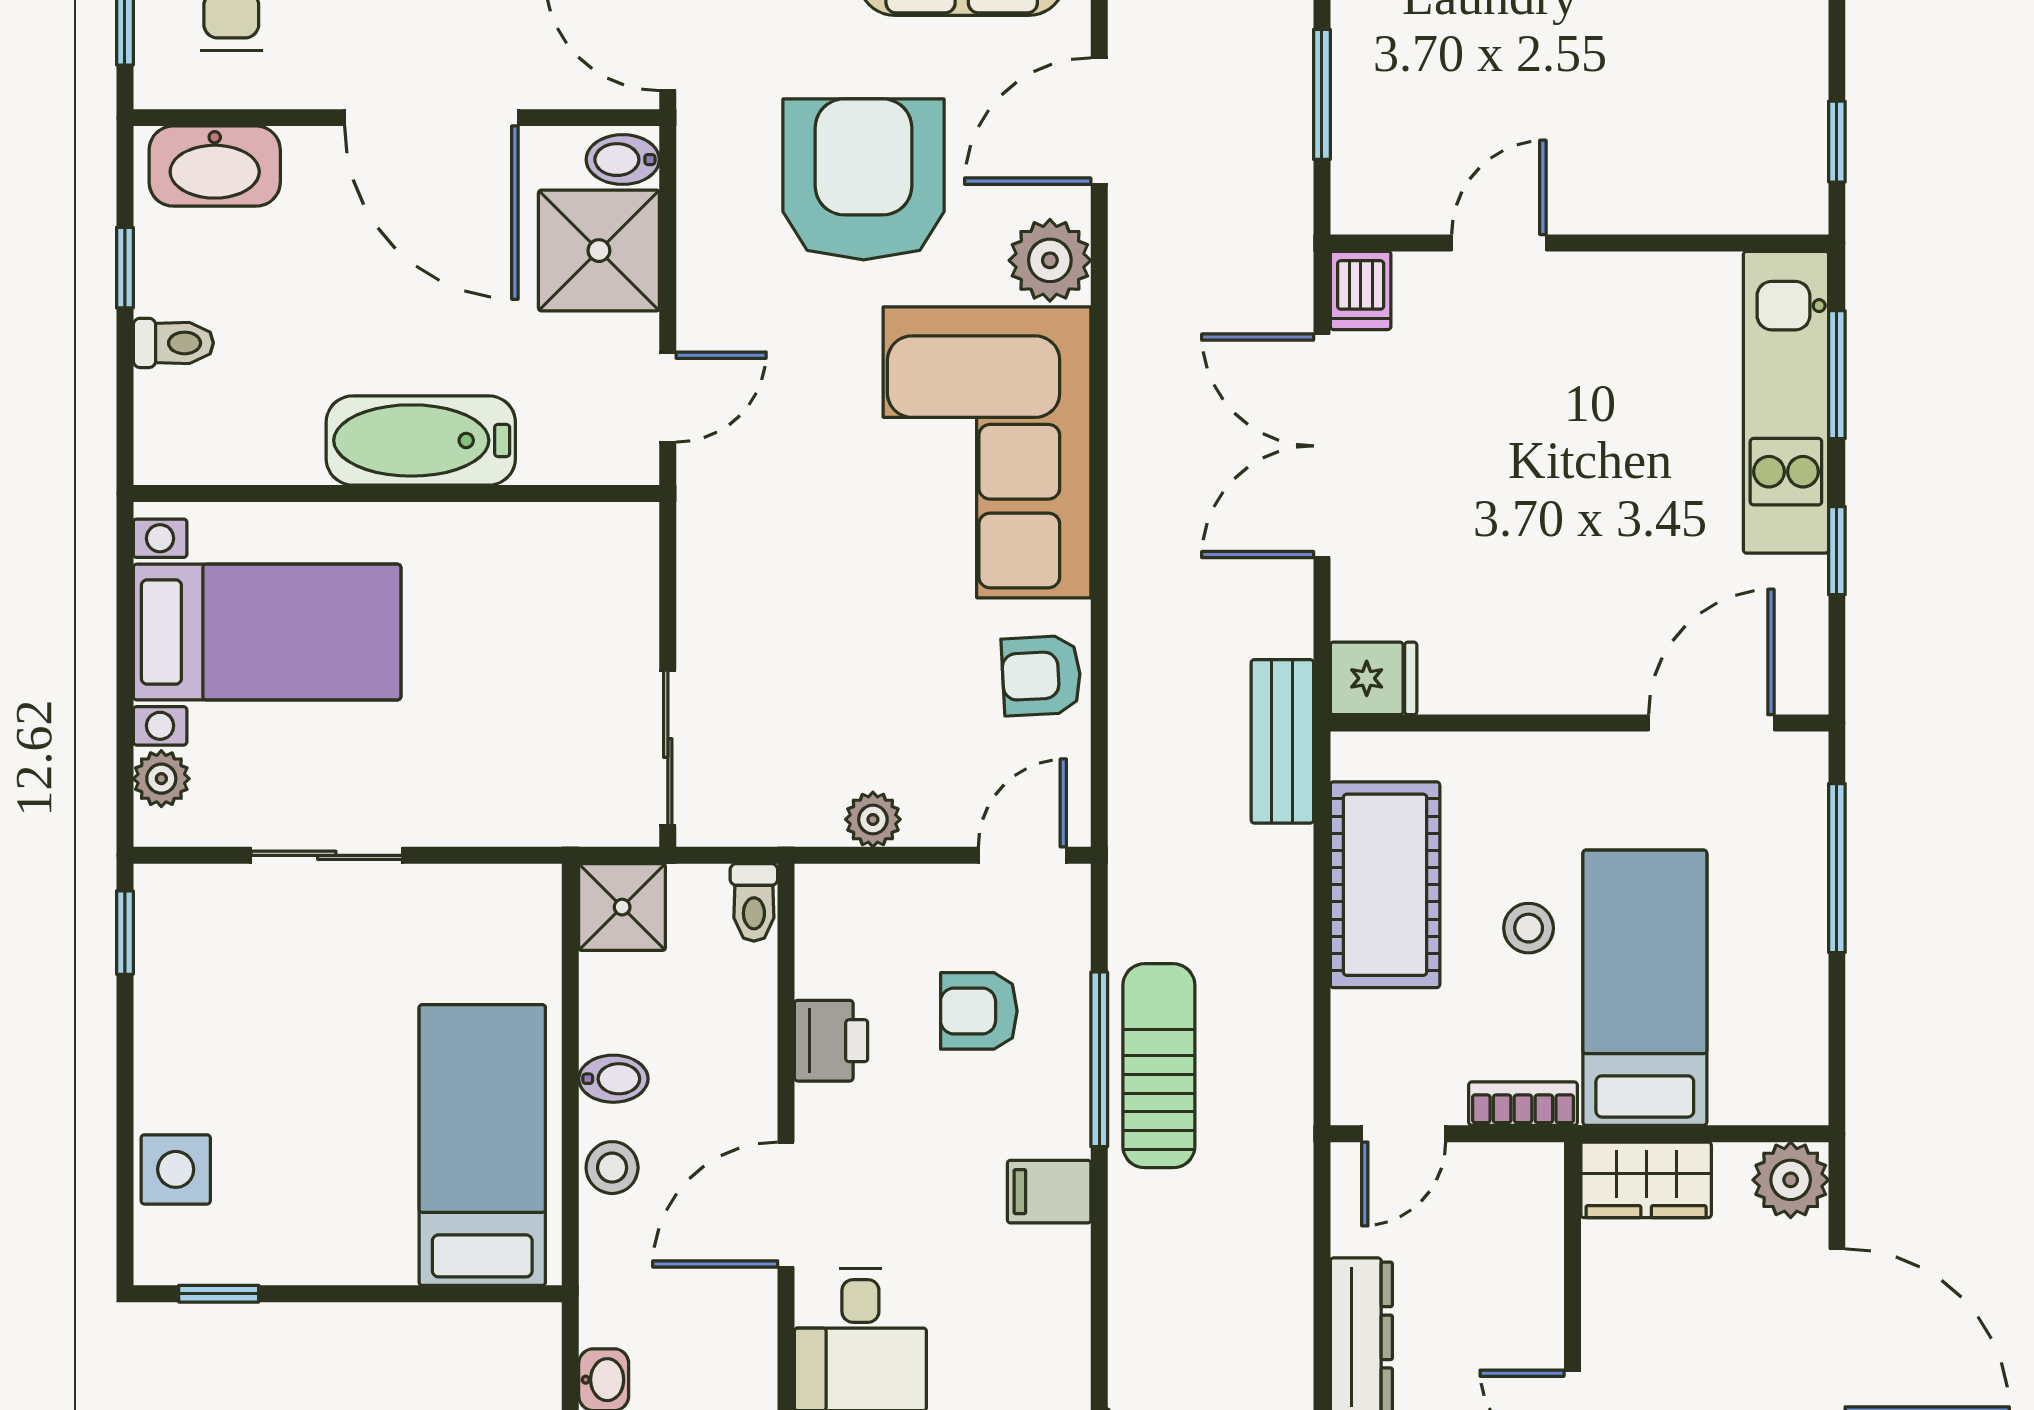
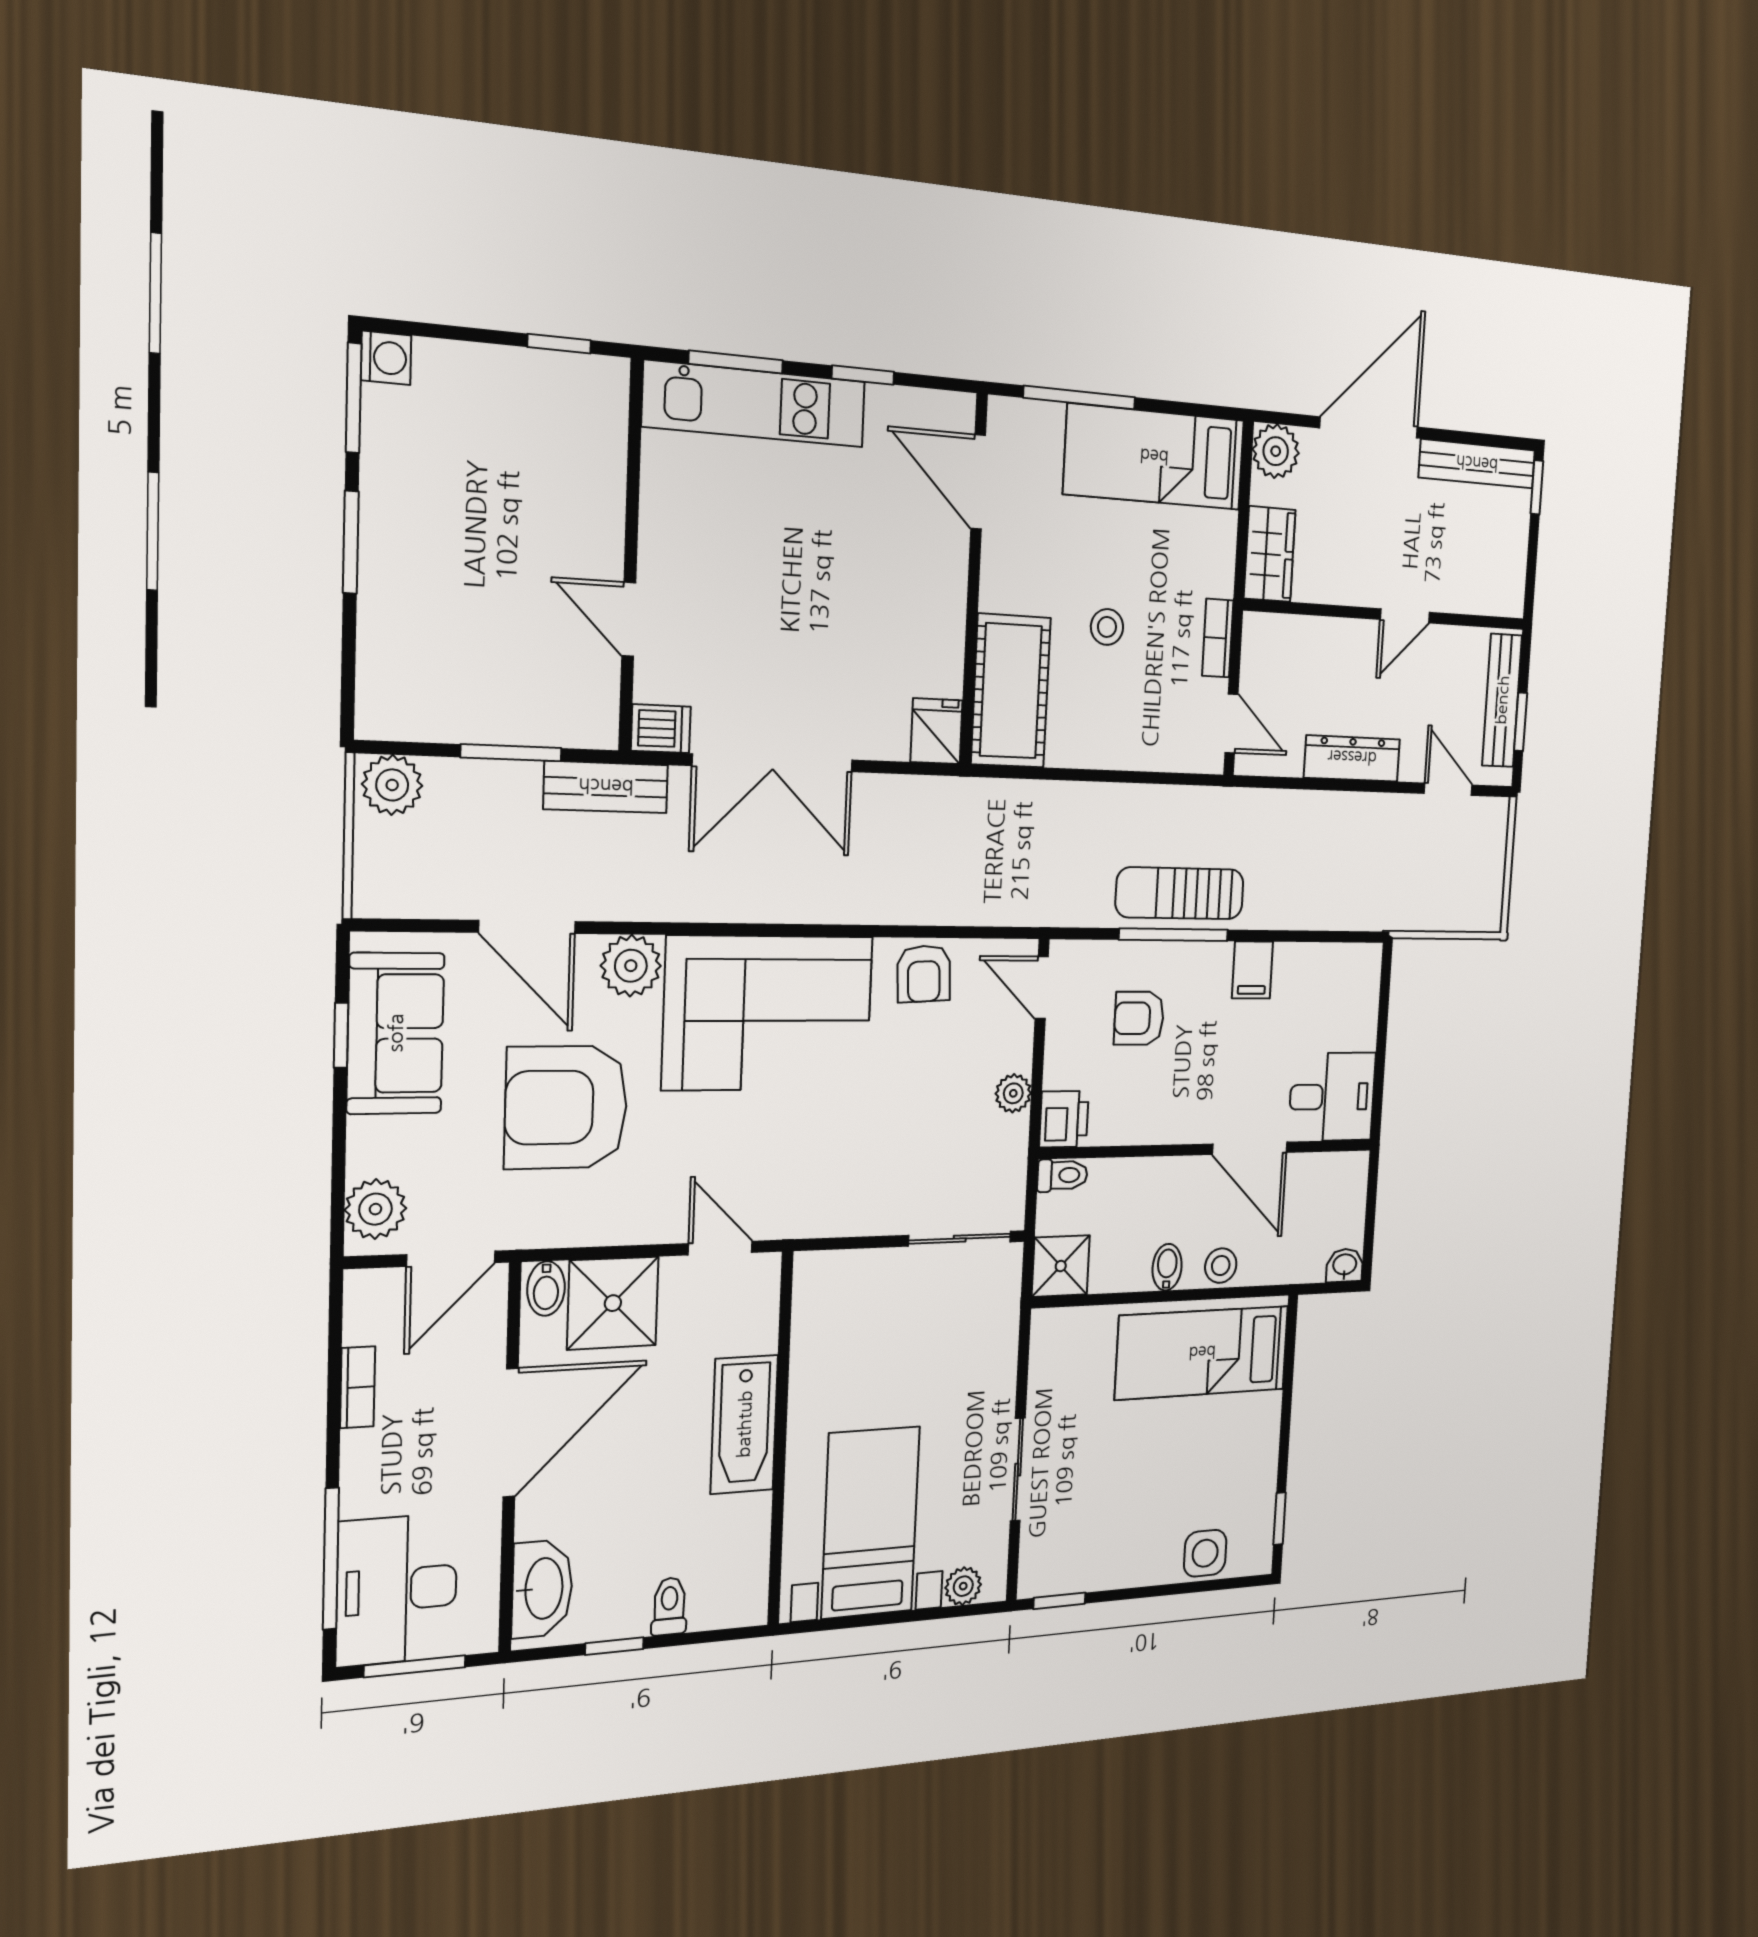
bench: (1282, 741) -> (606, 787), moved
cot: (1385, 885) -> (1011, 691), moved, turned 90
bed: (1645, 988) -> (1154, 457), moved
armchair: (979, 1011) -> (1139, 1018), turned 90
printer: (831, 1041) -> (1064, 1119), moved, turned 90

